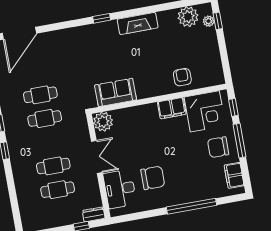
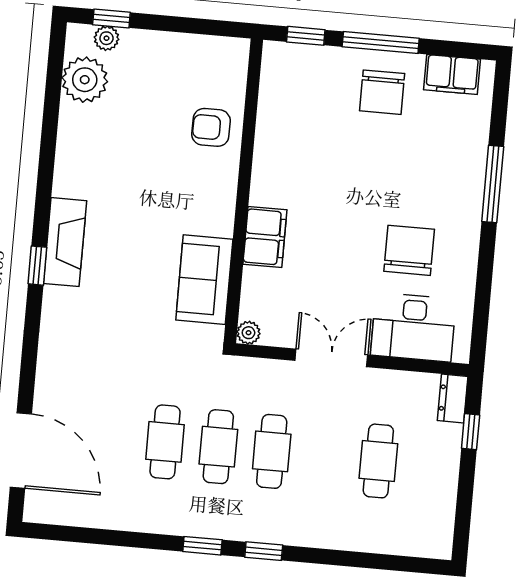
fireplace: (138, 23) -> (65, 242), moved
filing cabinet: (172, 108) -> (265, 237), moved
corner desk: (205, 111) -> (297, 99), removed
plant: (103, 122) -> (249, 333), width x0.53, depth x0.53
cafe table: (53, 166) -> (272, 451), moved
window: (191, 206) -> (493, 184), width x0.68

